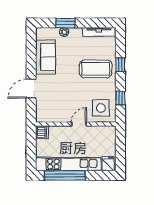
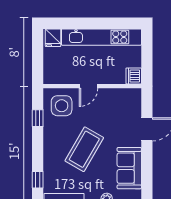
window: (120, 65) -> (38, 180), moved
coffee table: (96, 69) -> (84, 149), moved, turned -60
window: (65, 175) -> (106, 23), removed

